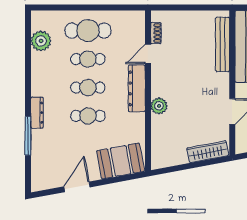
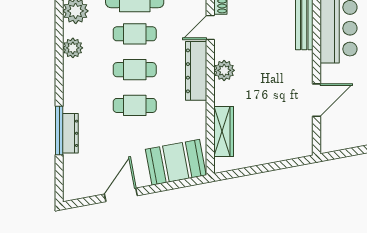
plant: (39, 70) -> (73, 48), added
plant: (159, 106) -> (224, 70), moved
dresser: (37, 113) -> (70, 133), moved
wardrobe: (208, 152) -> (224, 131), moved, turned 101

